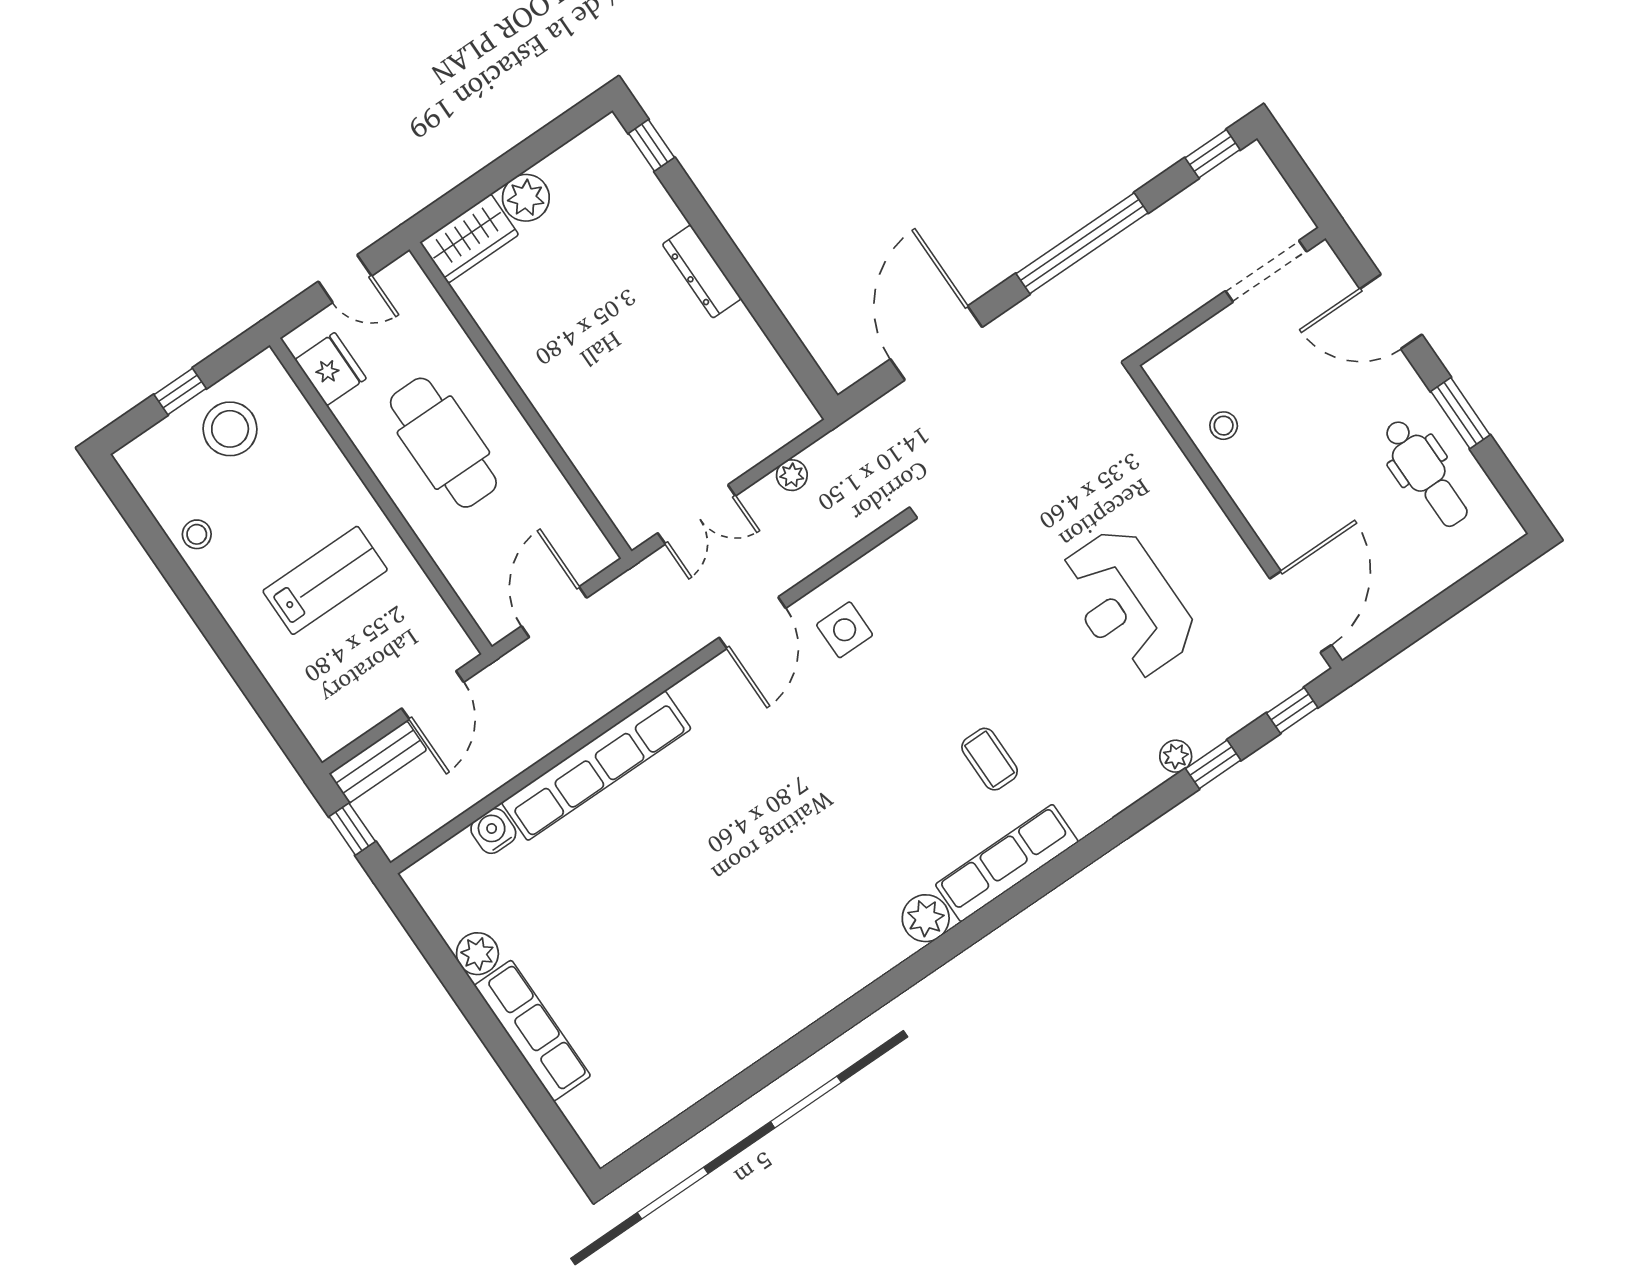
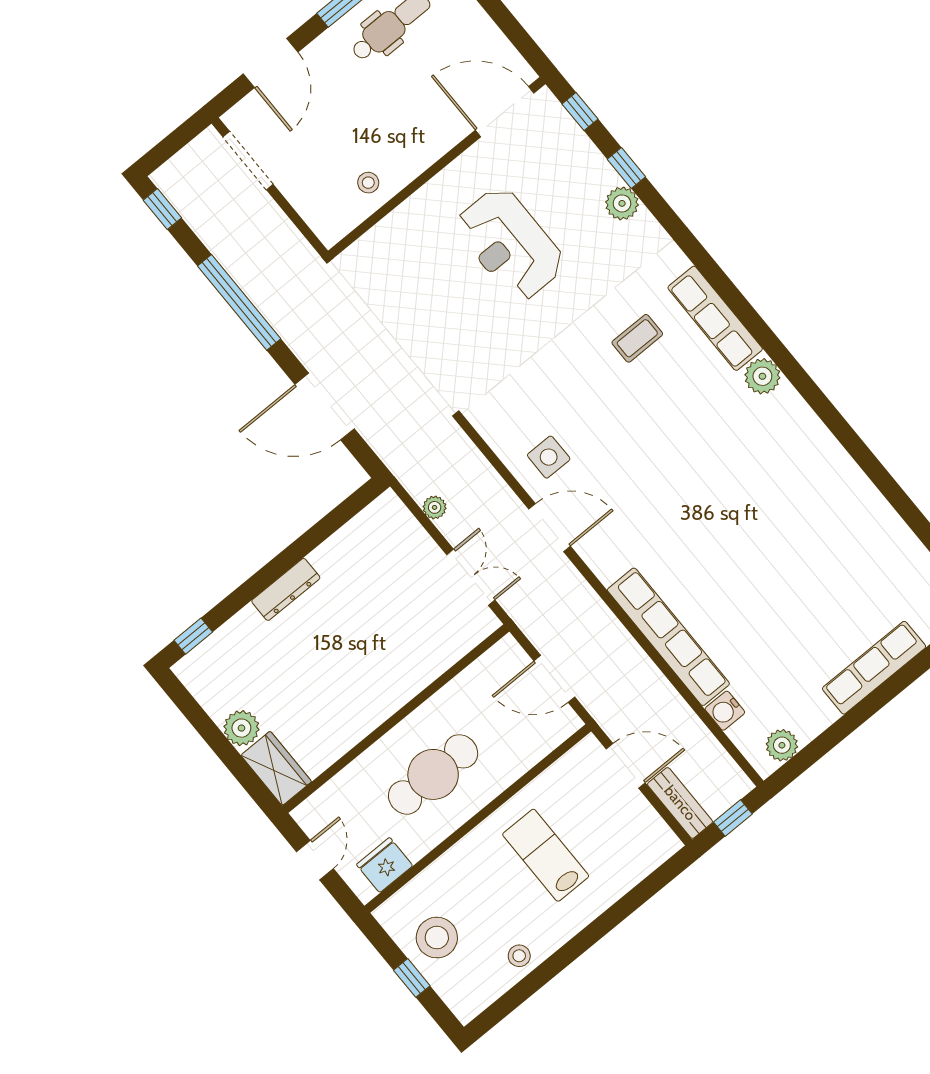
reception desk: (1127, 604) -> (510, 244), turned 90
plant: (1176, 756) -> (622, 203), width x1.38, depth x1.38
plant: (477, 954) -> (782, 745), moved

